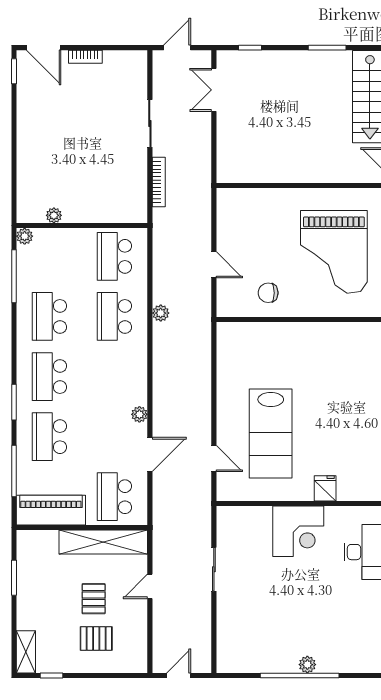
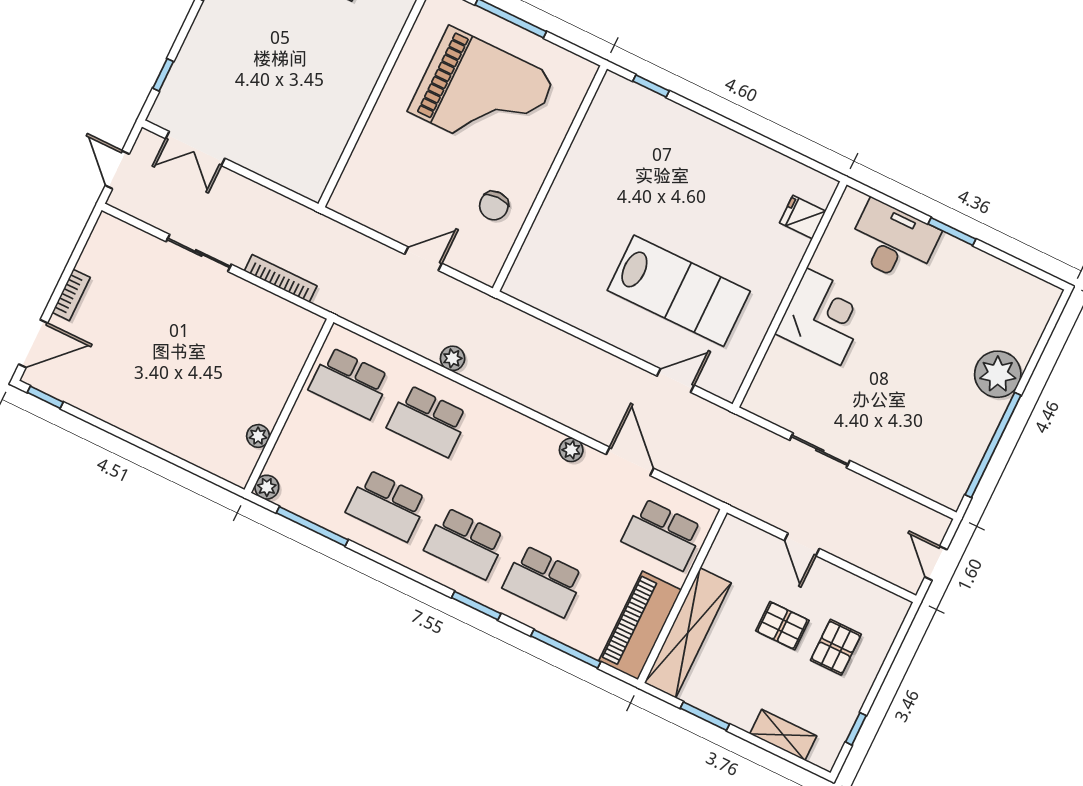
fridge: (325, 488) -> (803, 217), moved
shelving: (103, 542) -> (688, 633), moved
shelving: (26, 652) -> (783, 735), moved
plant: (307, 665) -> (998, 374), width x1.88, depth x1.88
window: (300, 675) -> (993, 445), moved

